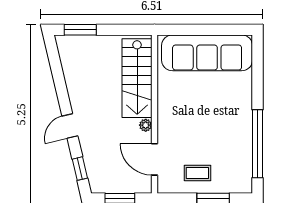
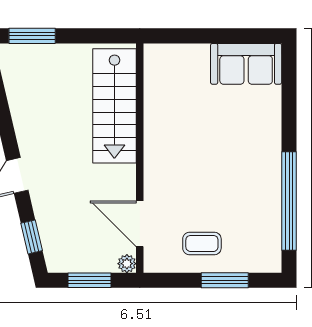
sofa: (207, 53) -> (246, 64), width x0.54, depth x0.79
plant: (146, 125) -> (127, 264), moved

